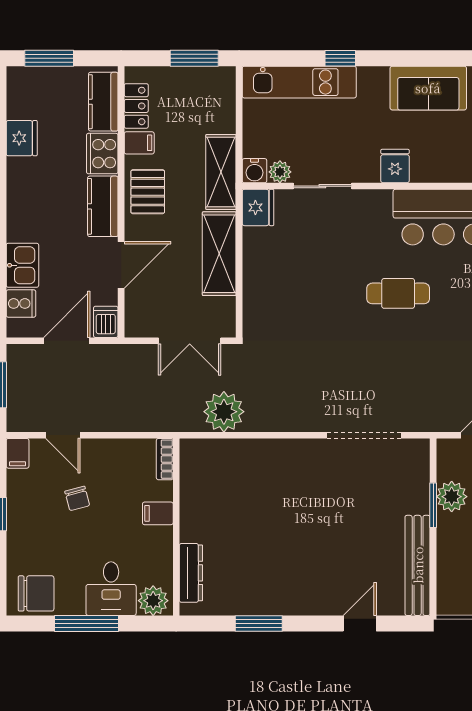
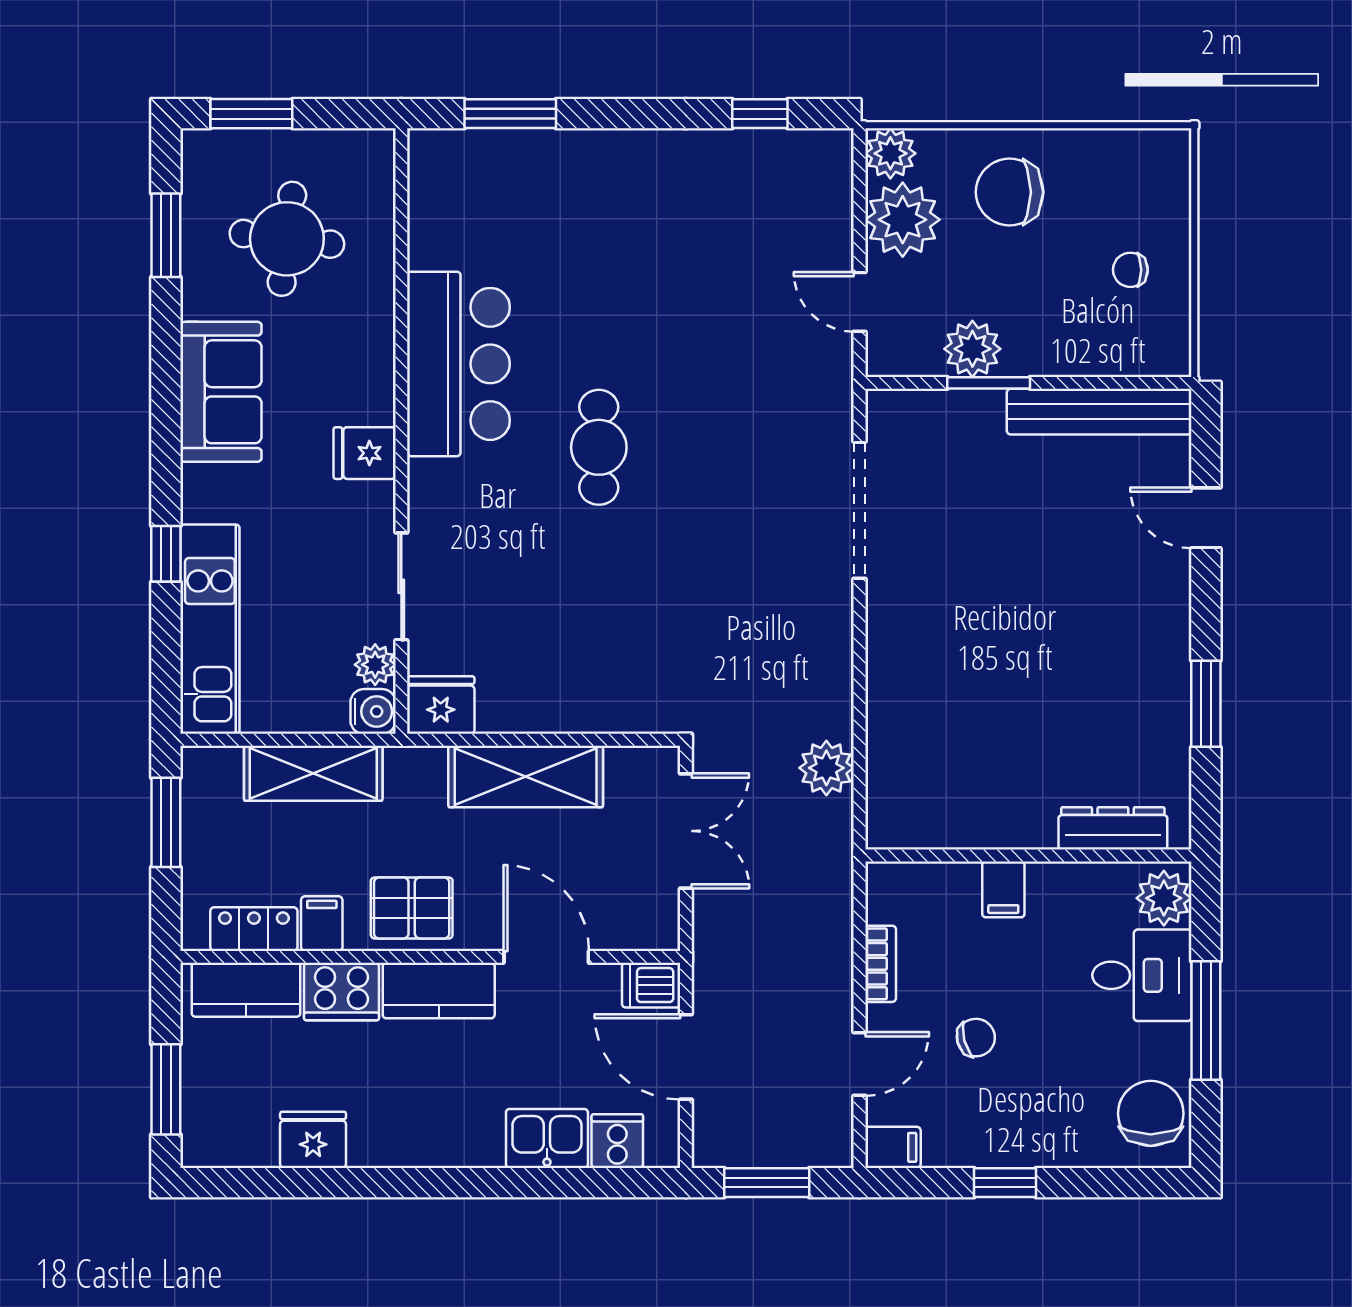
shelving: (221, 172) -> (313, 773), moved
plant: (224, 412) -> (826, 768), width x0.73, depth x0.73
bookcase: (165, 459) -> (881, 964), moved, turned -90

